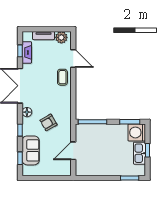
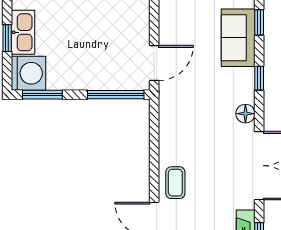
armchair: (49, 122) -> (203, 93), removed
door: (73, 151) -> (154, 63), moved

